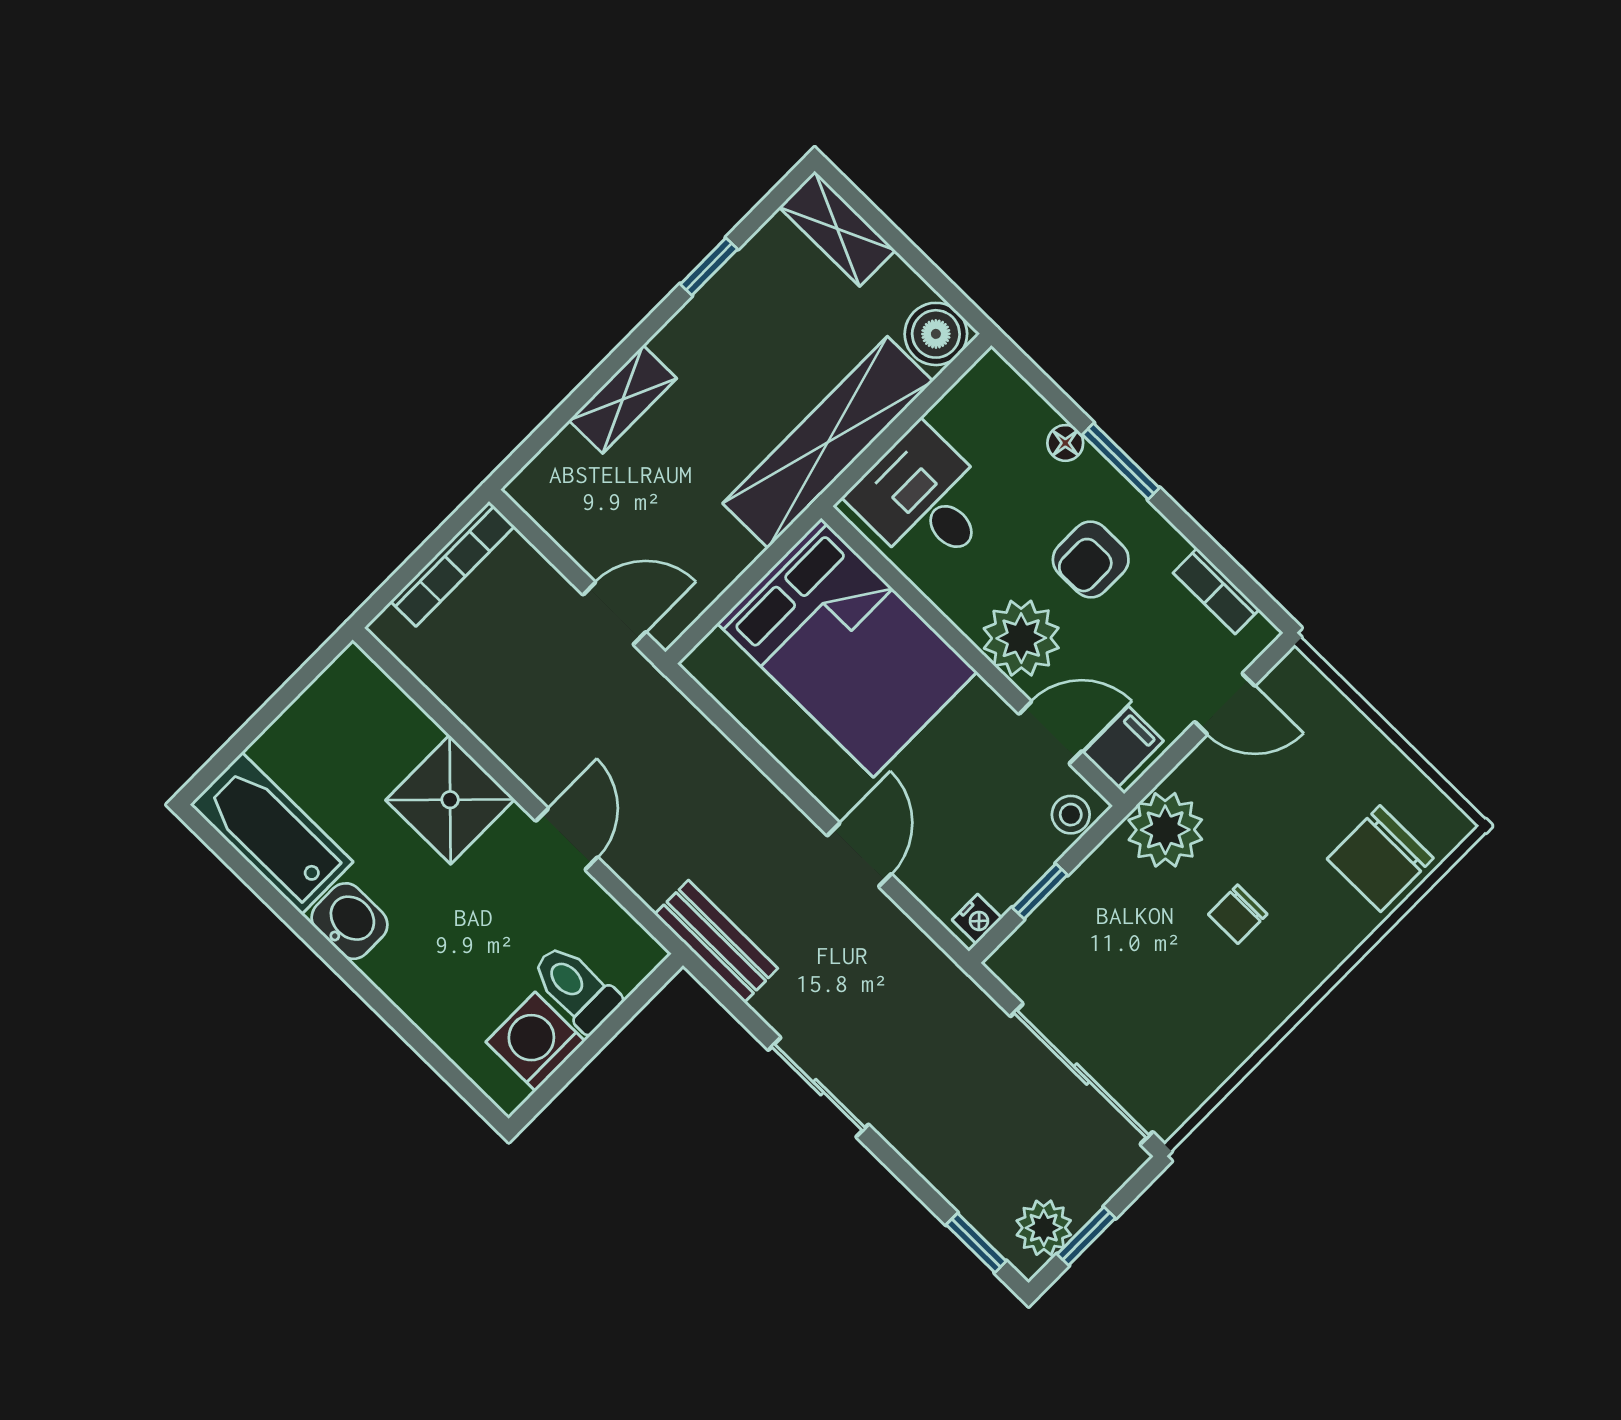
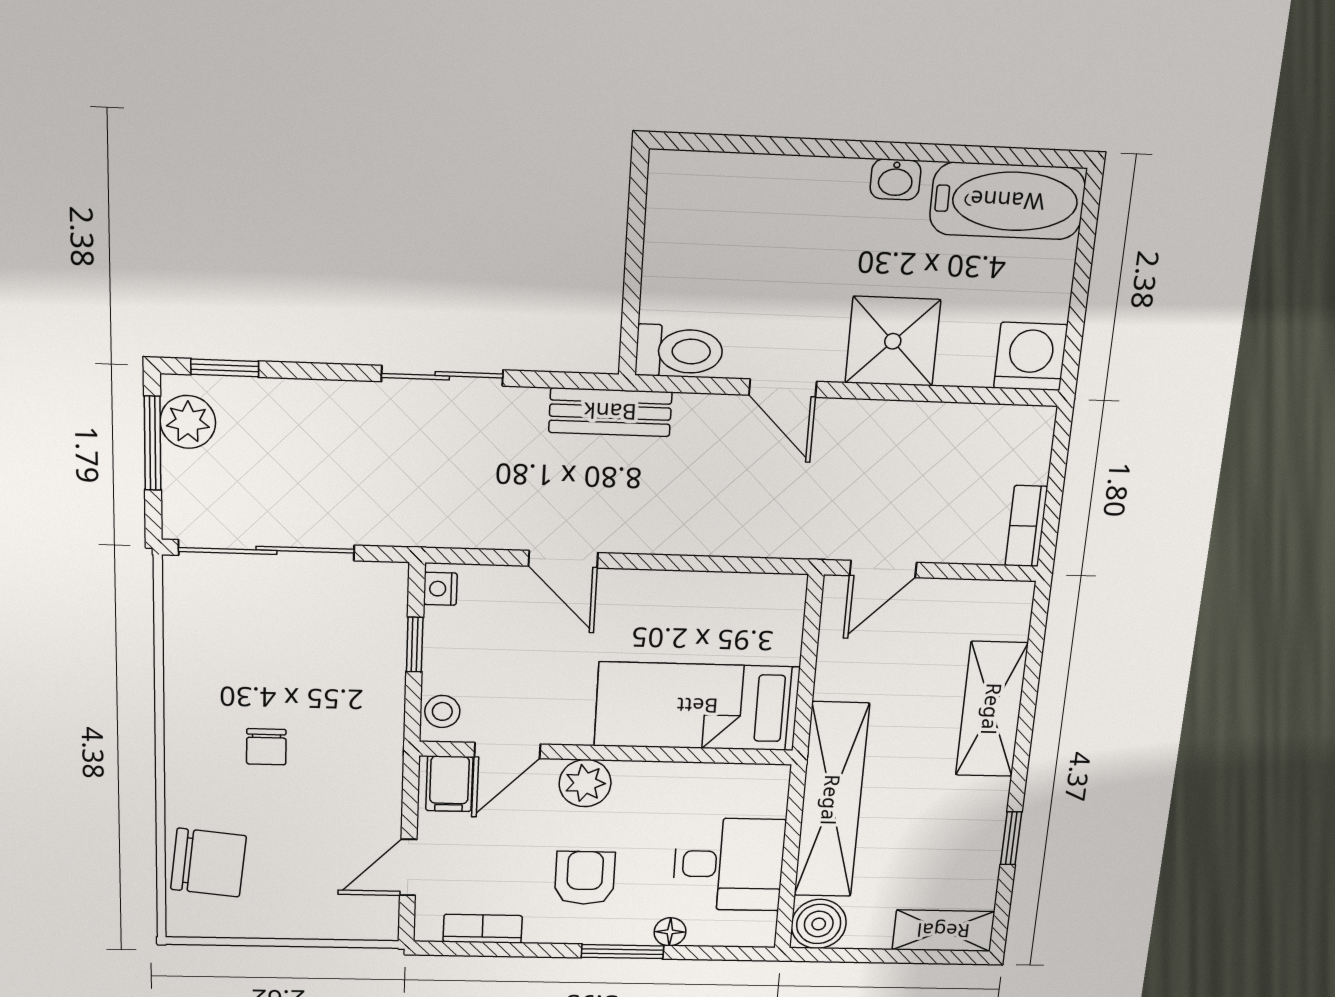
shelving: (623, 399) -> (992, 709), width x1.50, depth x1.33
desk: (924, 500) -> (729, 864), moved
bookcase: (452, 564) -> (1026, 526), width x0.64
plant: (1021, 638) -> (585, 783), width x0.73, depth x0.73
bed: (847, 648) -> (697, 706), width x0.67
plant: (1165, 830) -> (369, 757), removed
chair: (1380, 859) -> (208, 863), turned 96
chair: (1238, 914) -> (266, 747), turned 180
washbasin: (350, 921) -> (895, 179), width x0.72, depth x0.69
toilet: (576, 988) -> (679, 351), moved
washing machine: (535, 1042) -> (1031, 356), moved, turned -90
window: (1086, 1236) -> (153, 443), width x1.50

